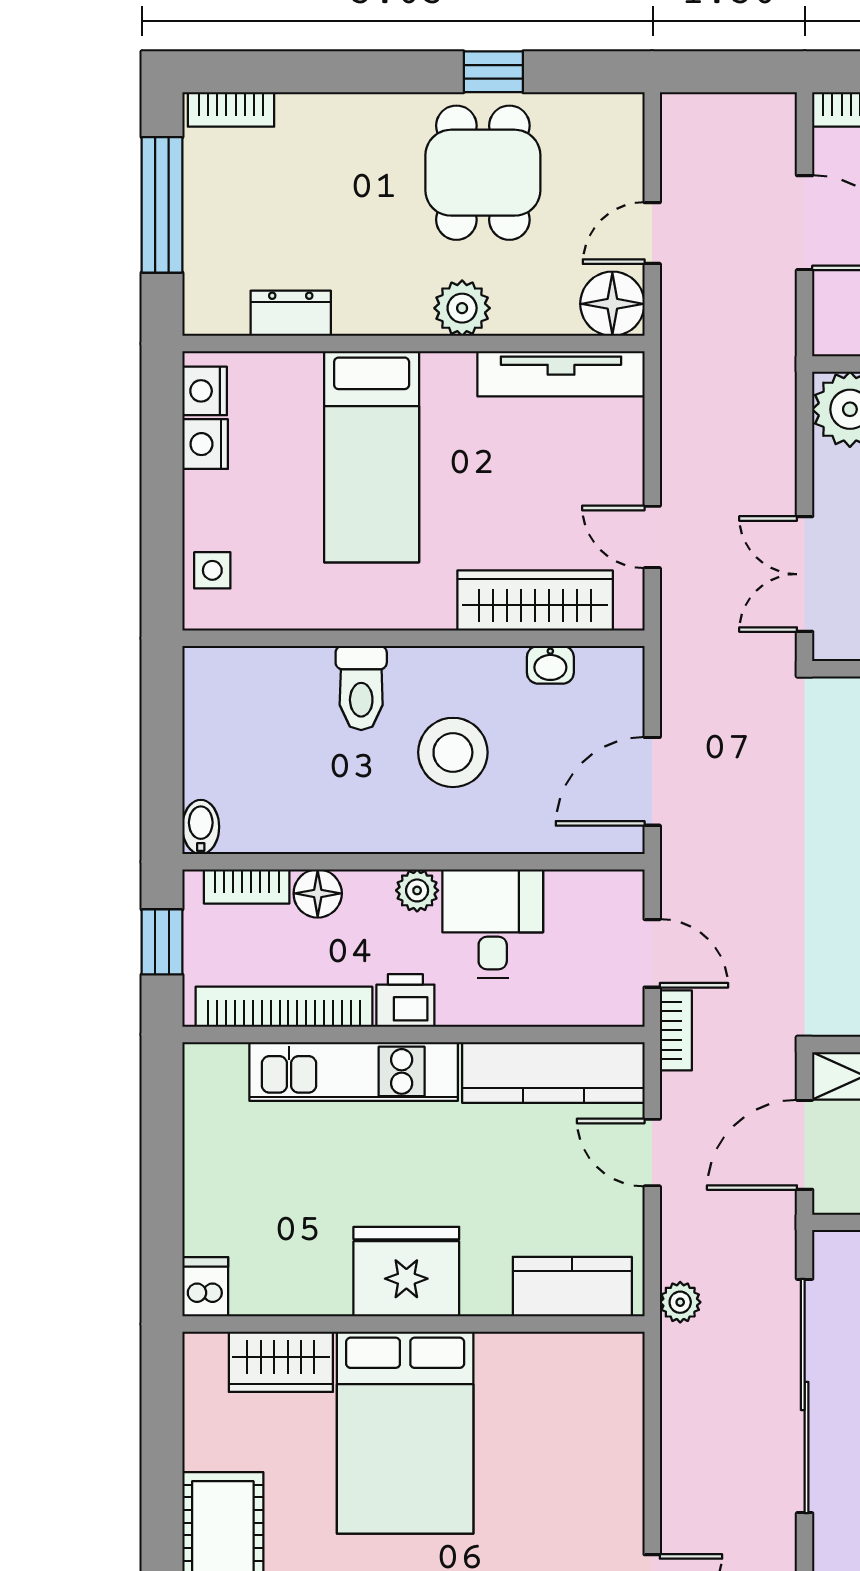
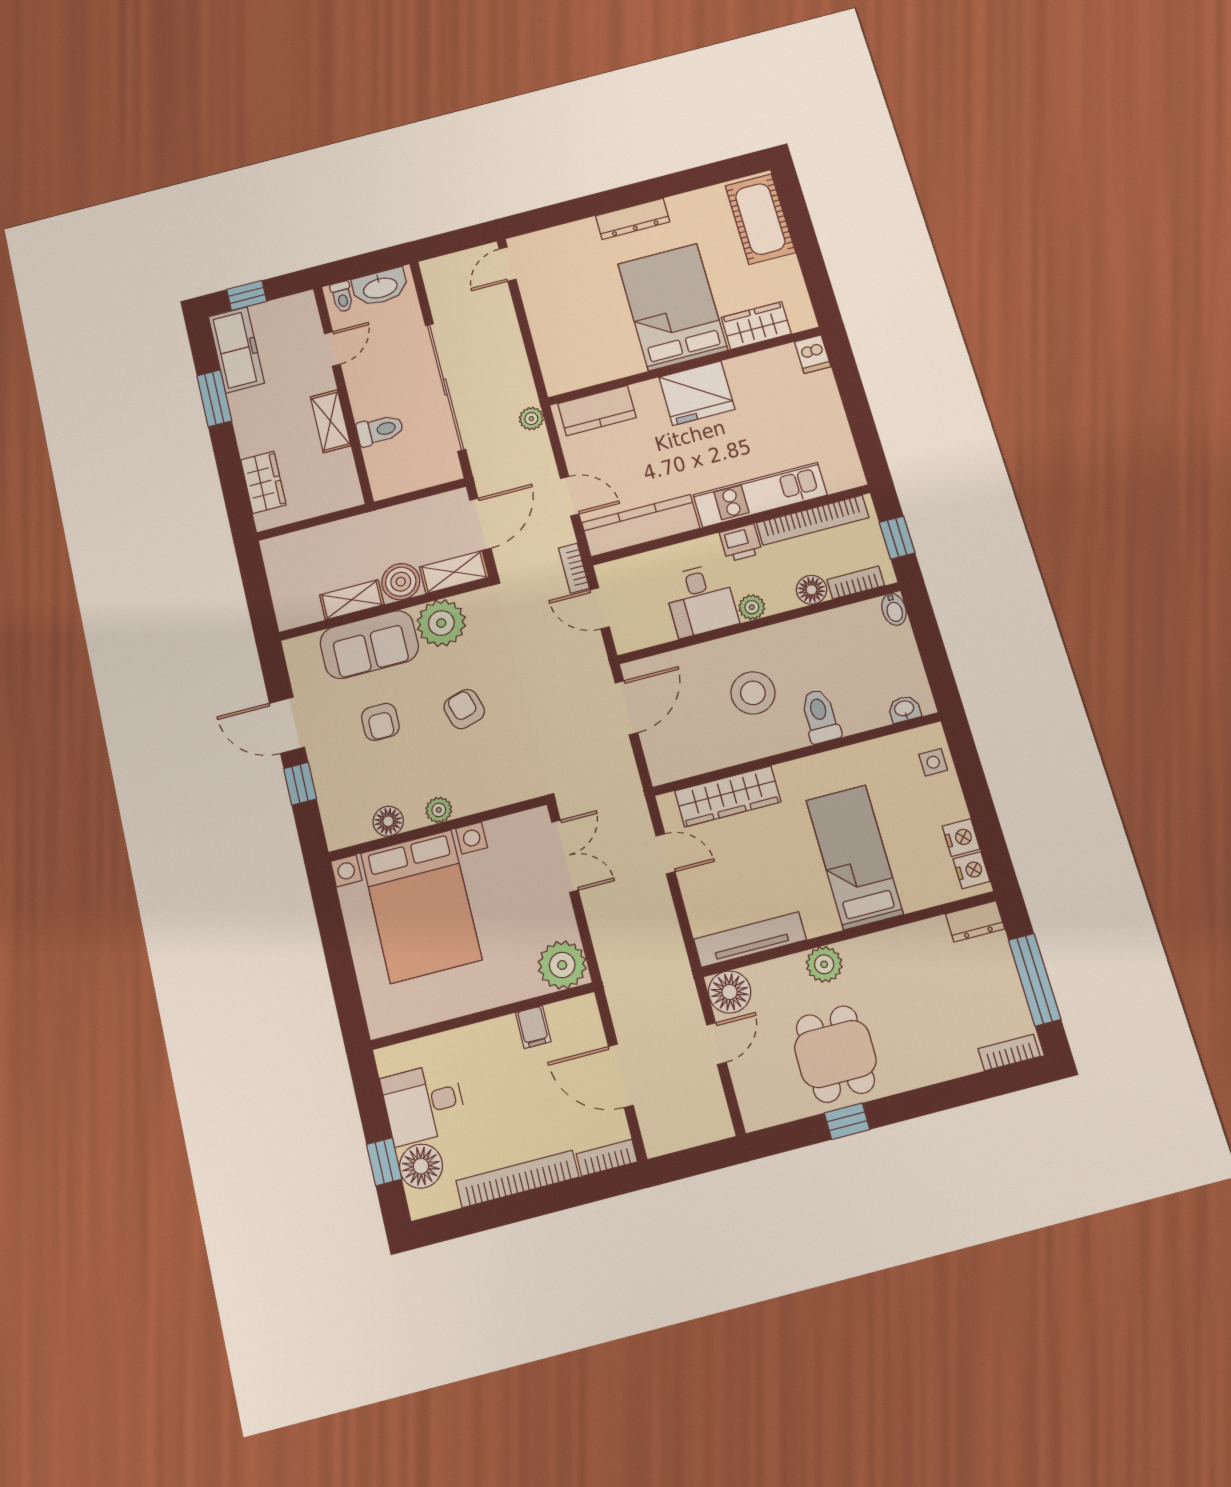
dresser: (291, 313) -> (975, 921), moved
washbasin: (550, 665) -> (904, 709), moved

